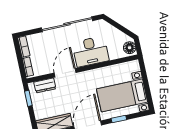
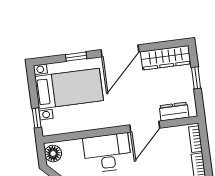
window: (144, 72) -> (37, 118), added
window: (28, 98) -> (196, 78), moved

